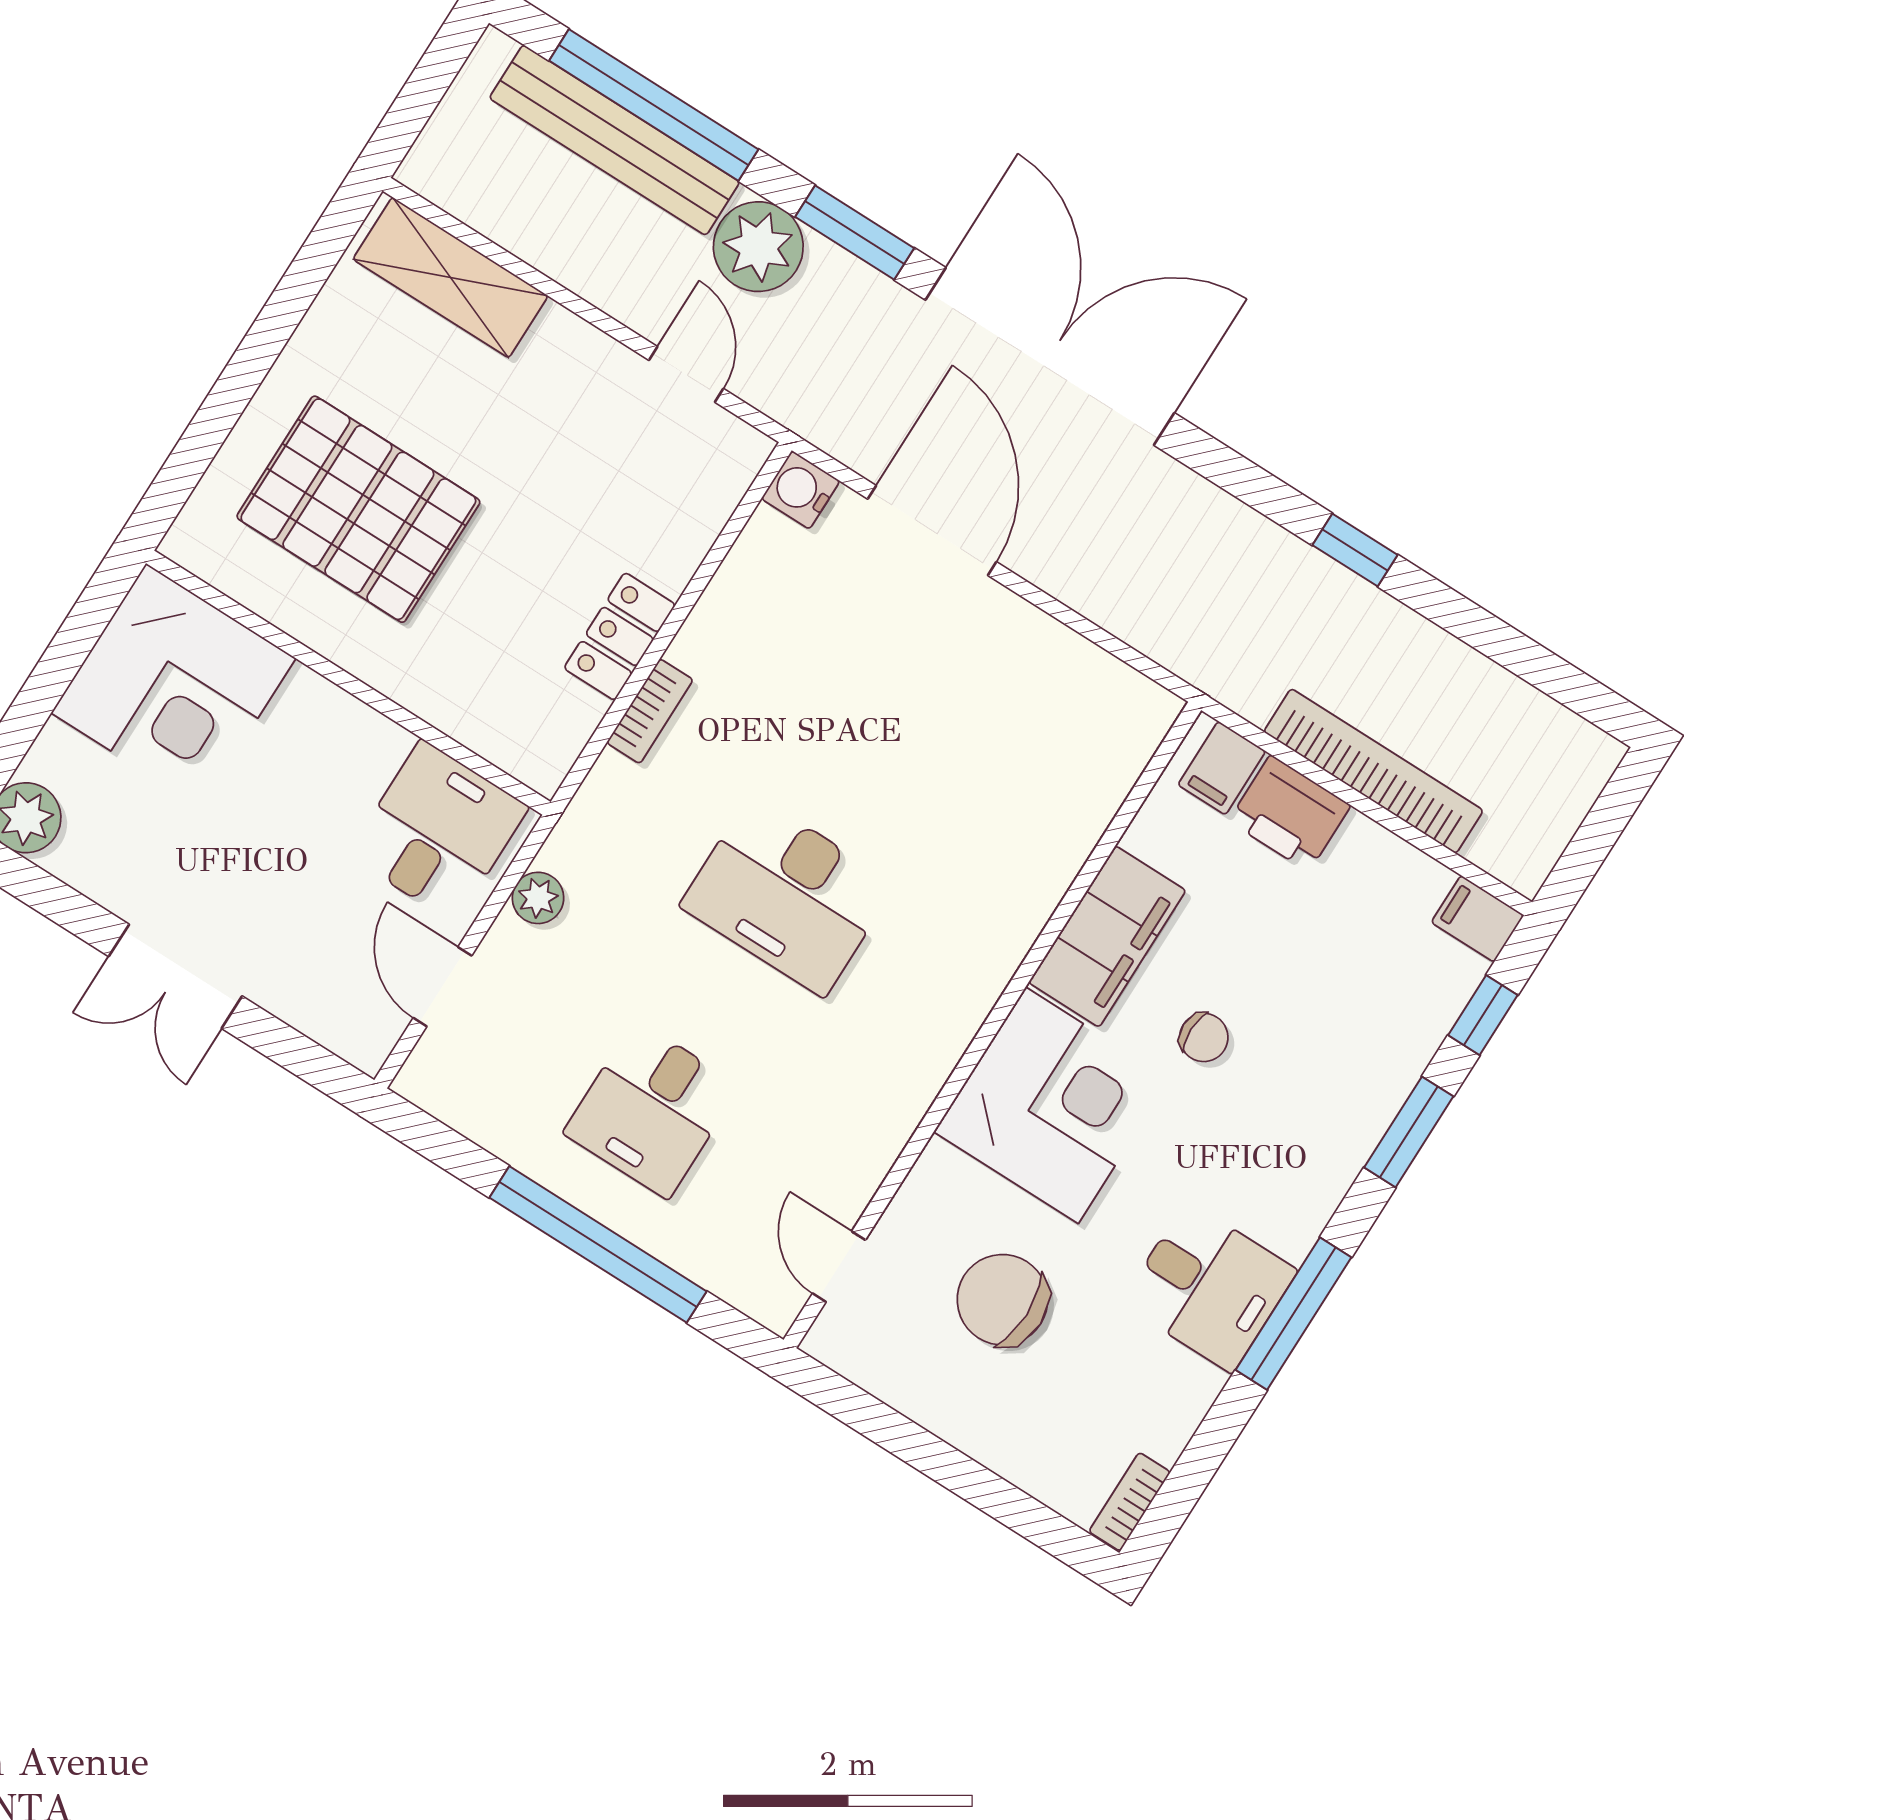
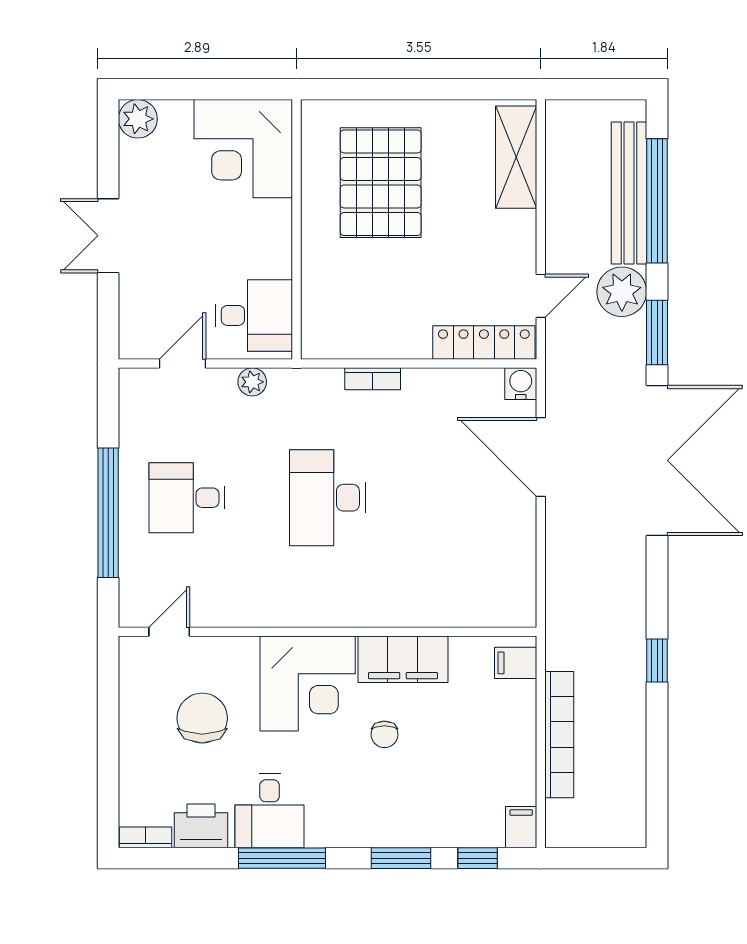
door: (932, 530) -> (541, 457), swing flipped
locker: (620, 636) -> (484, 343), moved, width x1.53
printer: (1290, 813) -> (201, 826), moved, turned 90

